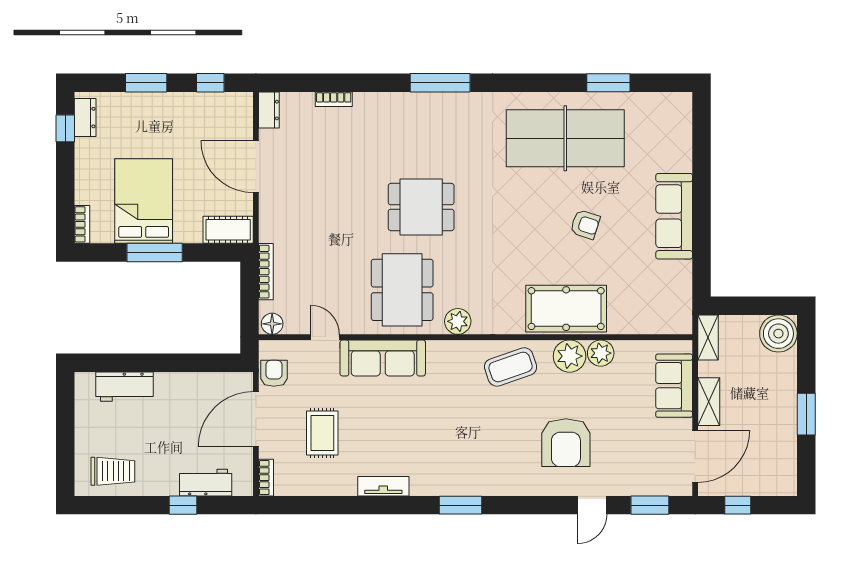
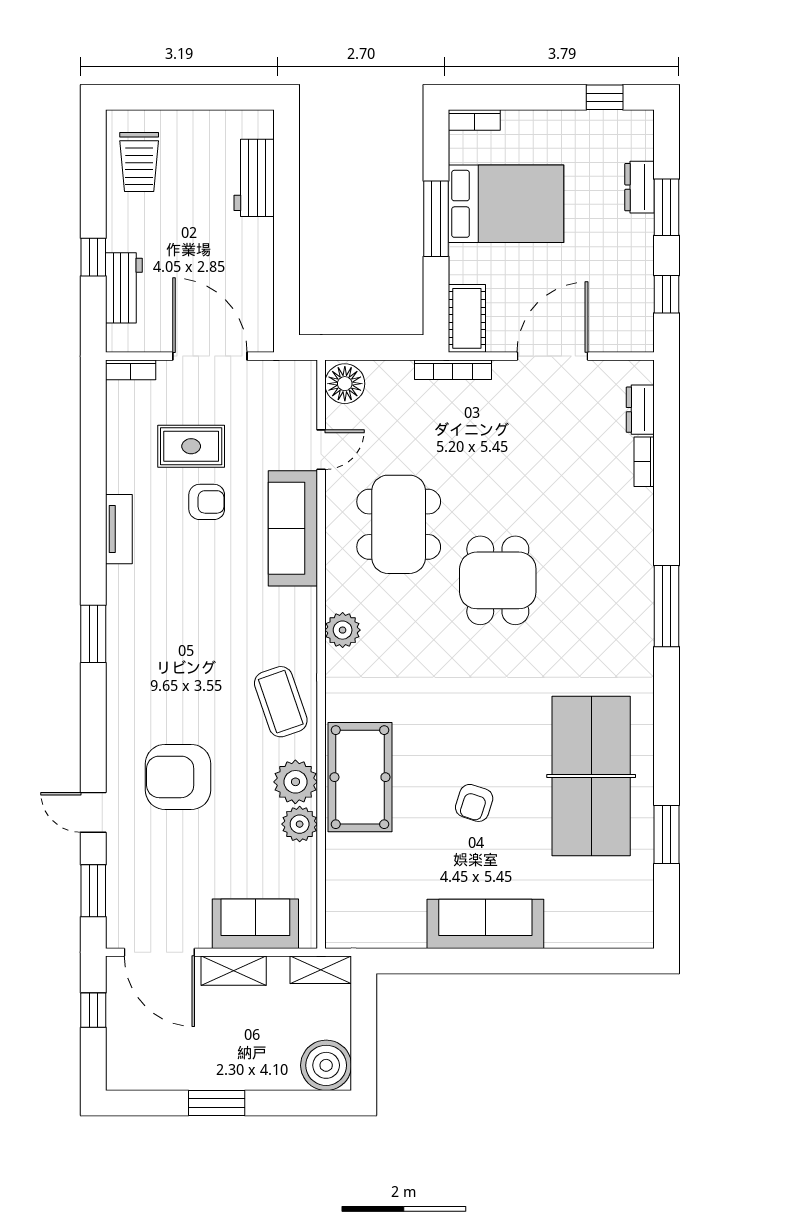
dresser: (269, 110) -> (640, 410), moved, turned 90
dresser: (85, 118) -> (640, 187), moved, turned 90
bookcase: (266, 272) -> (453, 370), moved
dining table: (402, 290) -> (399, 524), moved, turned 90
floor lamp: (272, 324) -> (345, 384), width x1.38, depth x1.38
armchair: (274, 373) -> (207, 502), moved

